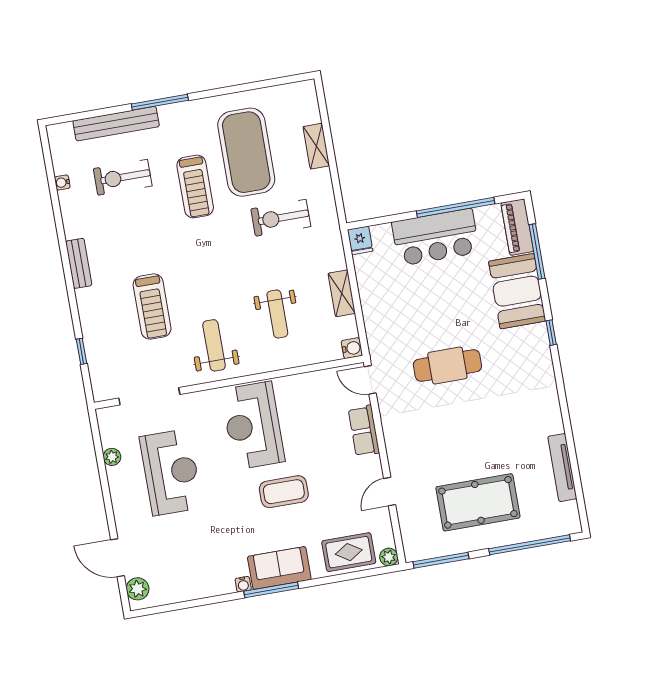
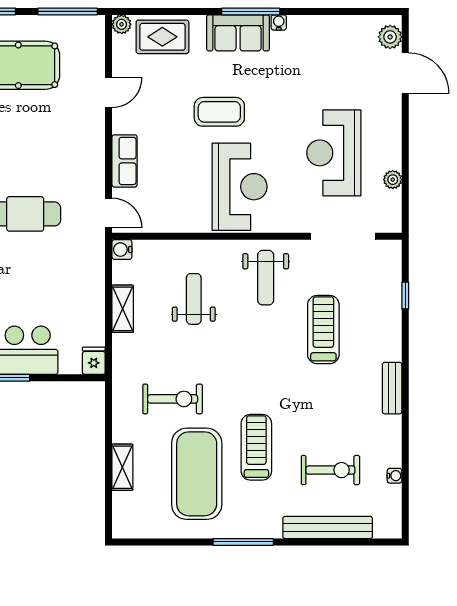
window: (160, 102) -> (243, 542), moved

